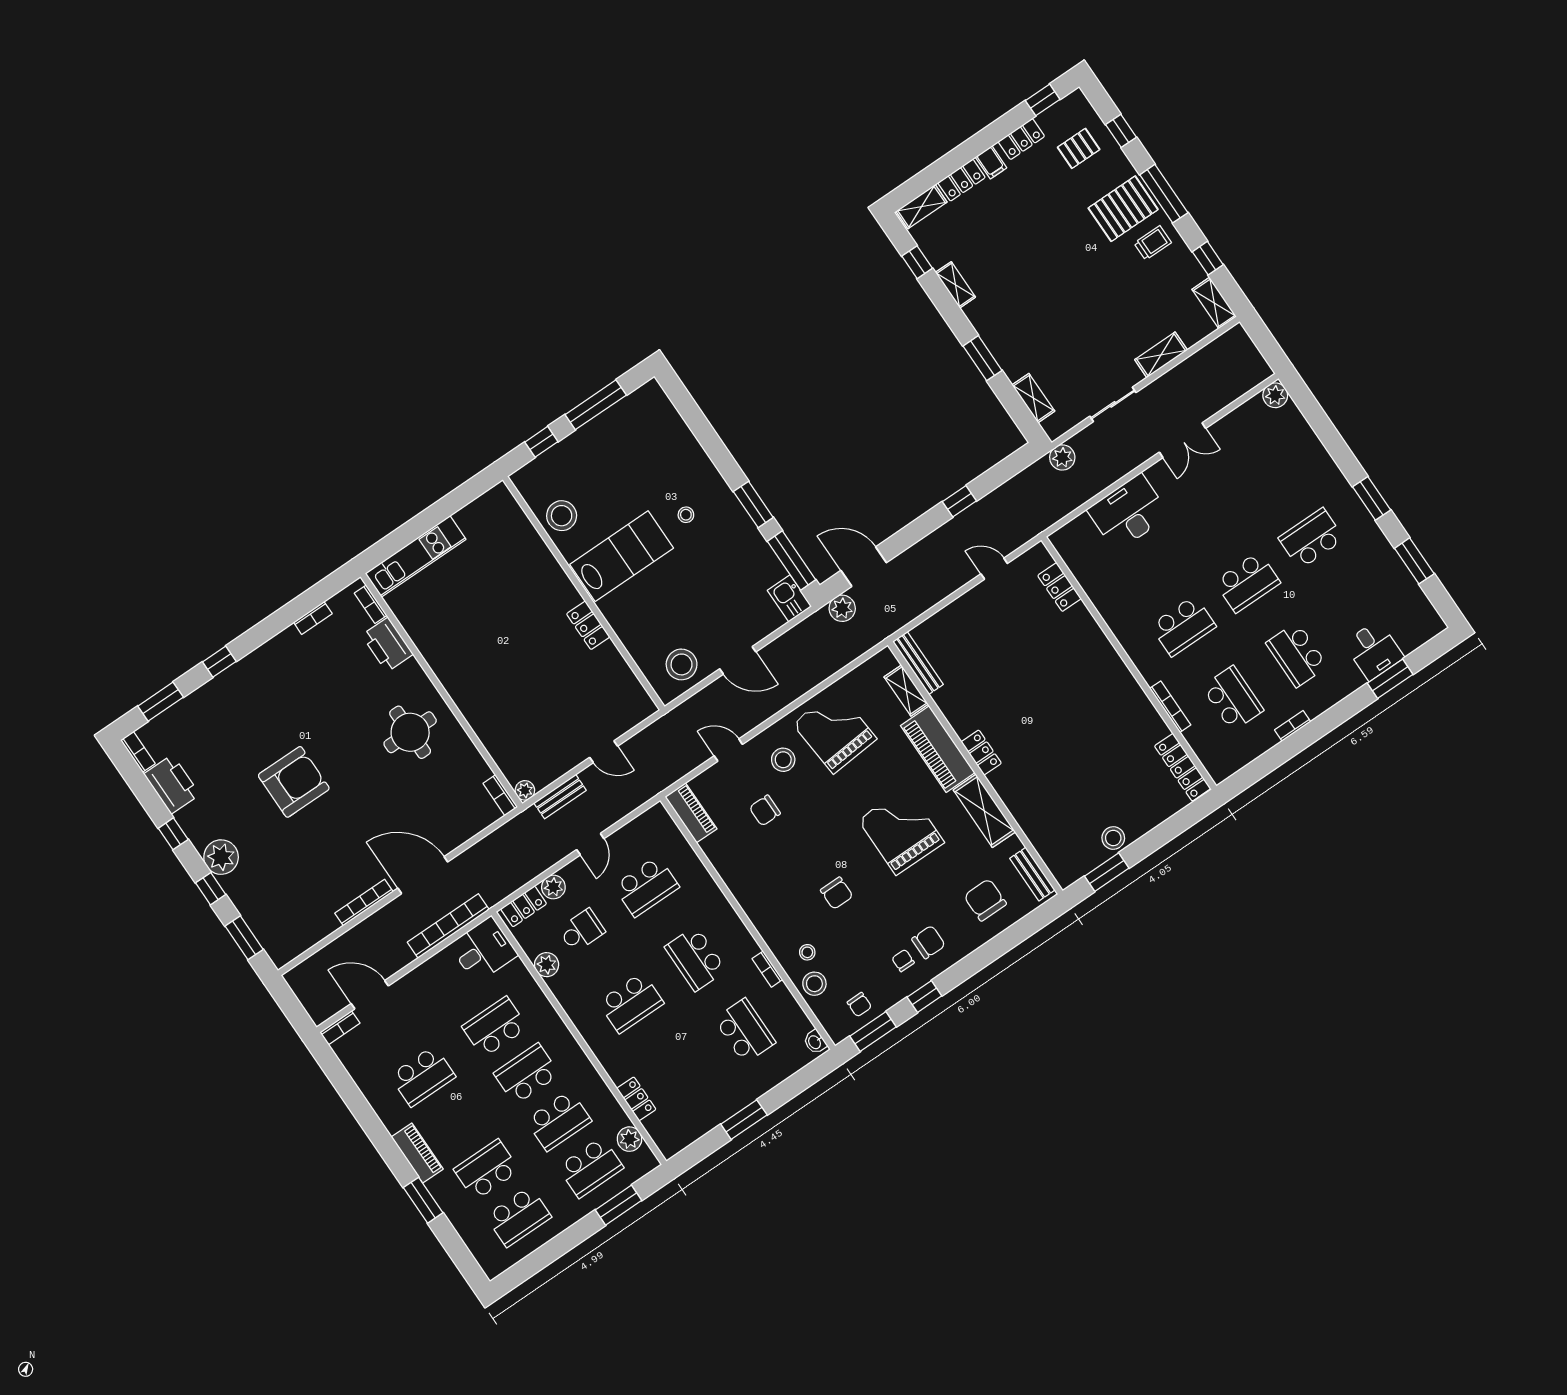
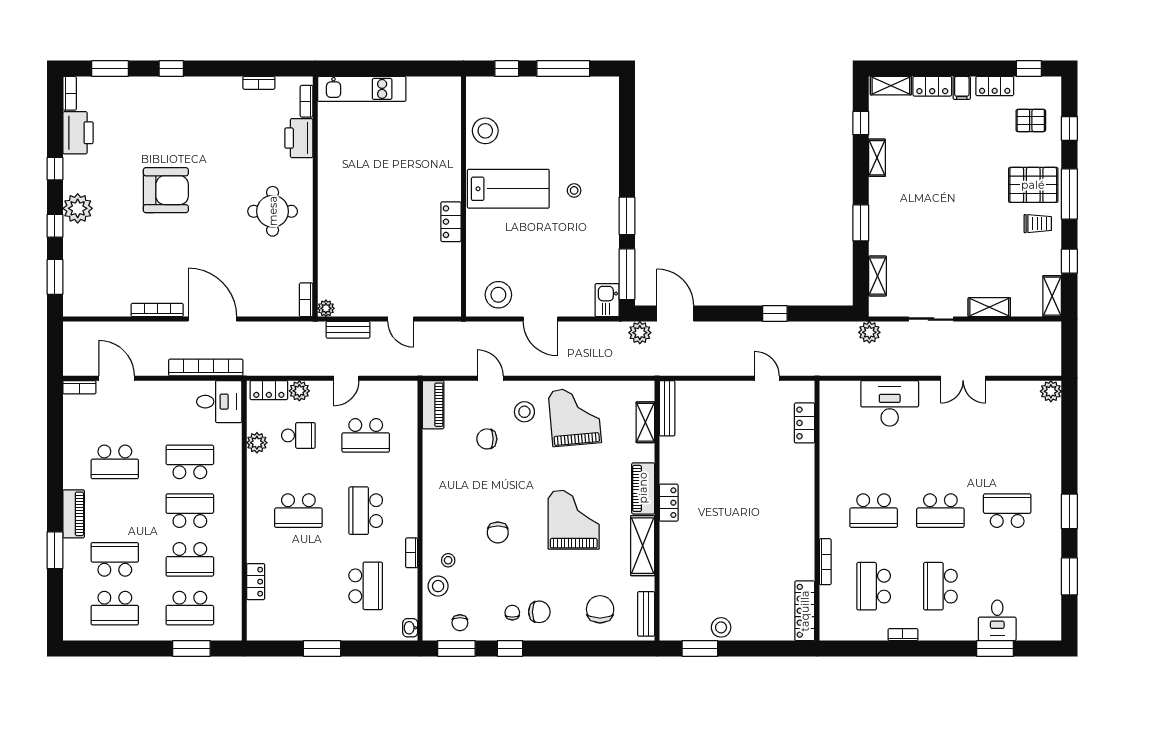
school desk: (1233, 698) -> (874, 586), turned 180
piano: (938, 749) -> (643, 488), width x0.73, depth x0.75
plant: (630, 1139) -> (231, 607), removed

